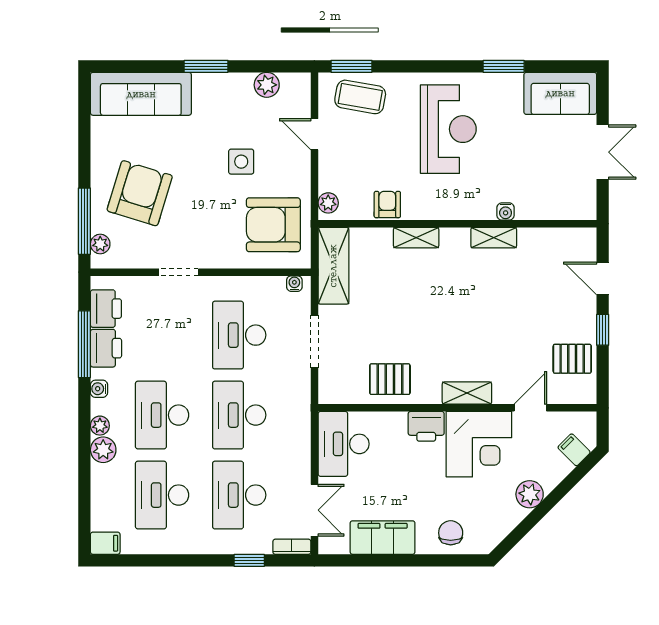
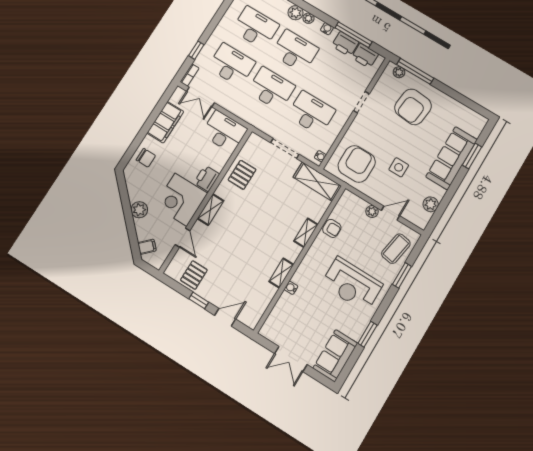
window: (206, 66) -> (472, 156), moved
window: (352, 66) -> (402, 275), moved
sofa: (141, 94) -> (452, 158), moved
armchair: (140, 193) -> (413, 107), turned 79
plant: (328, 203) -> (372, 211), moved

